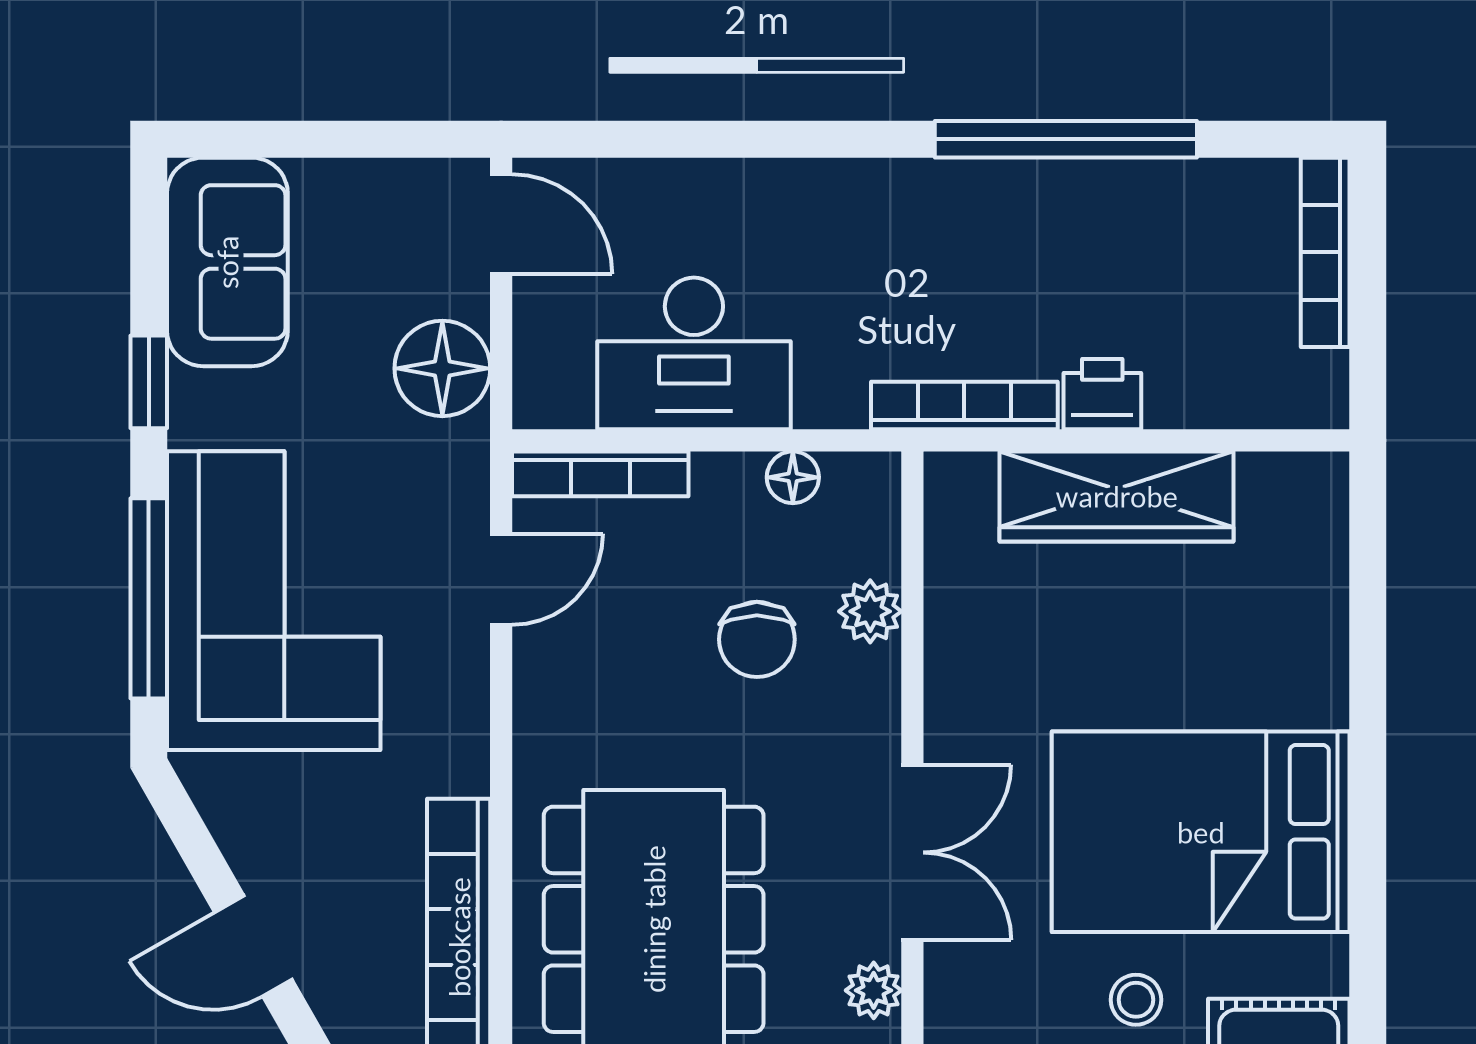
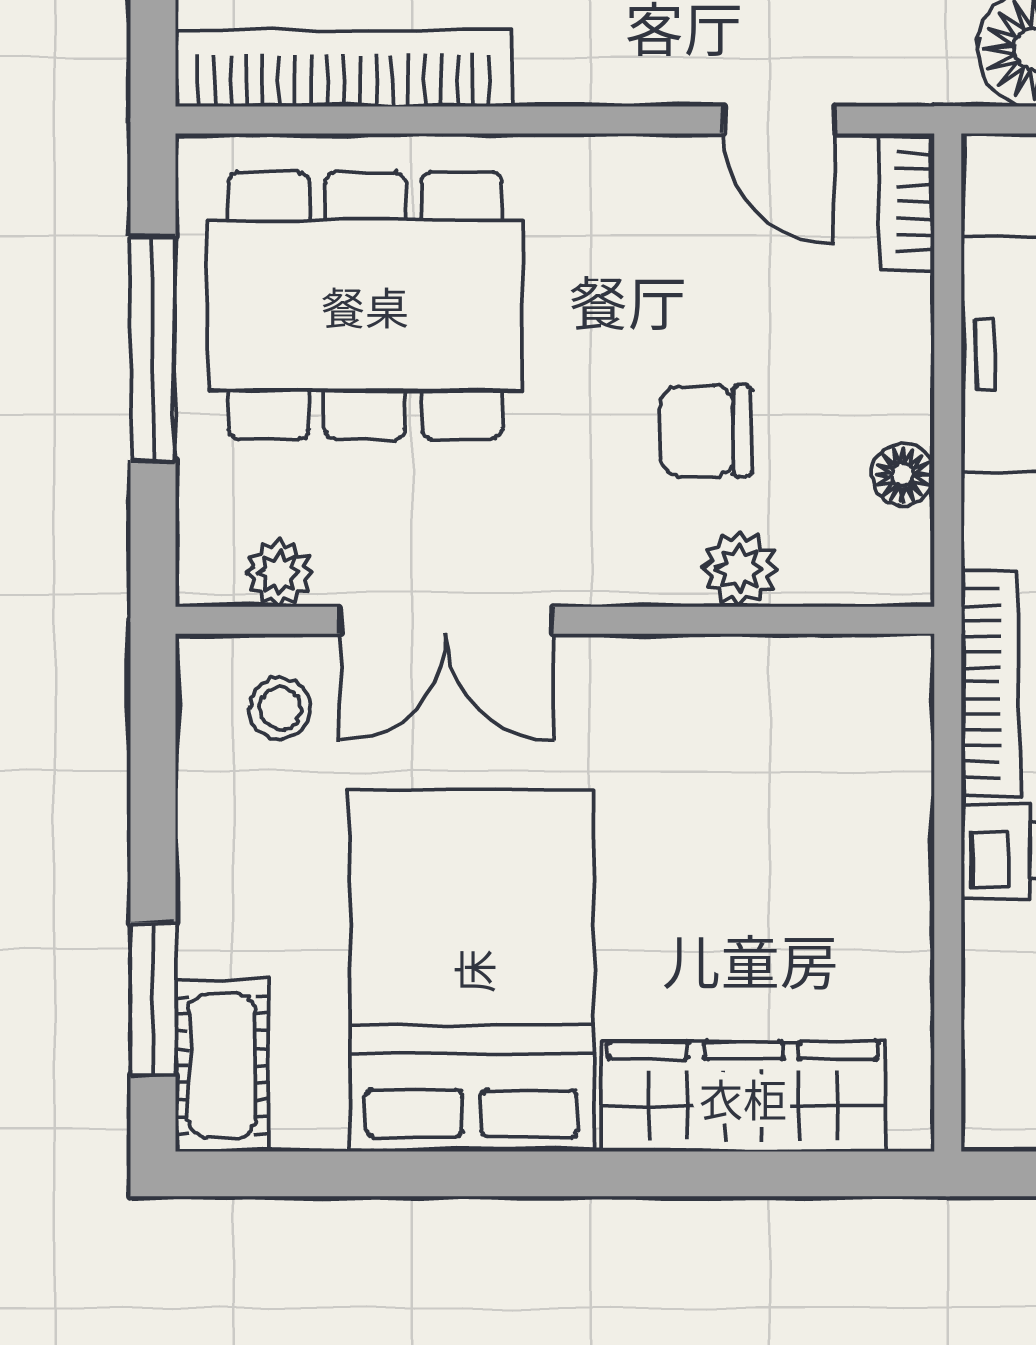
bookcase: (600, 474) -> (907, 202), width x0.64
wardrobe: (1117, 496) -> (743, 1097), moved, turned 90
stool: (1136, 1000) -> (280, 708), moved

